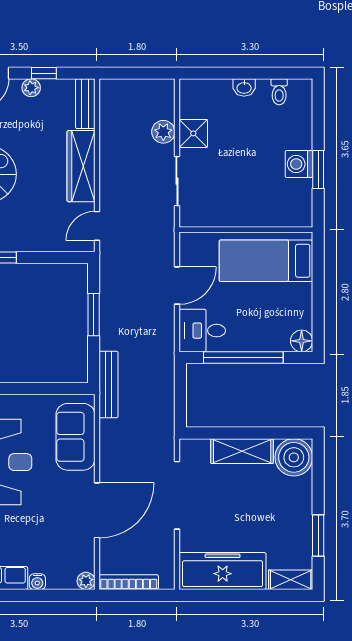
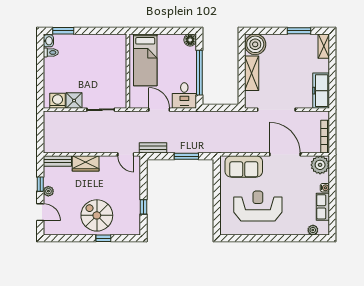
washbasin: (244, 87) -> (48, 41), moved
plant: (163, 132) -> (73, 117), removed
washing machine: (299, 164) -> (58, 101), moved, turned 180
wardrobe: (81, 166) -> (86, 163), width x0.67
window: (318, 169) -> (63, 31), moved
window: (94, 315) -> (186, 156), moved
bench: (109, 385) -> (153, 148), moved, width x0.73
freezer: (223, 571) -> (321, 91), width x0.73, depth x0.79
plant: (86, 581) -> (320, 165), width x1.88, depth x1.88

